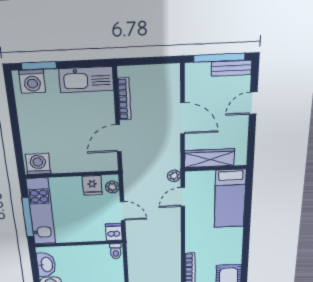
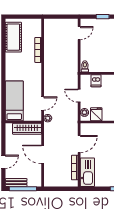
kitchen sink: (86, 80) -> (87, 172), moved, turned 90
dishwasher: (114, 232) -> (96, 81), moved

